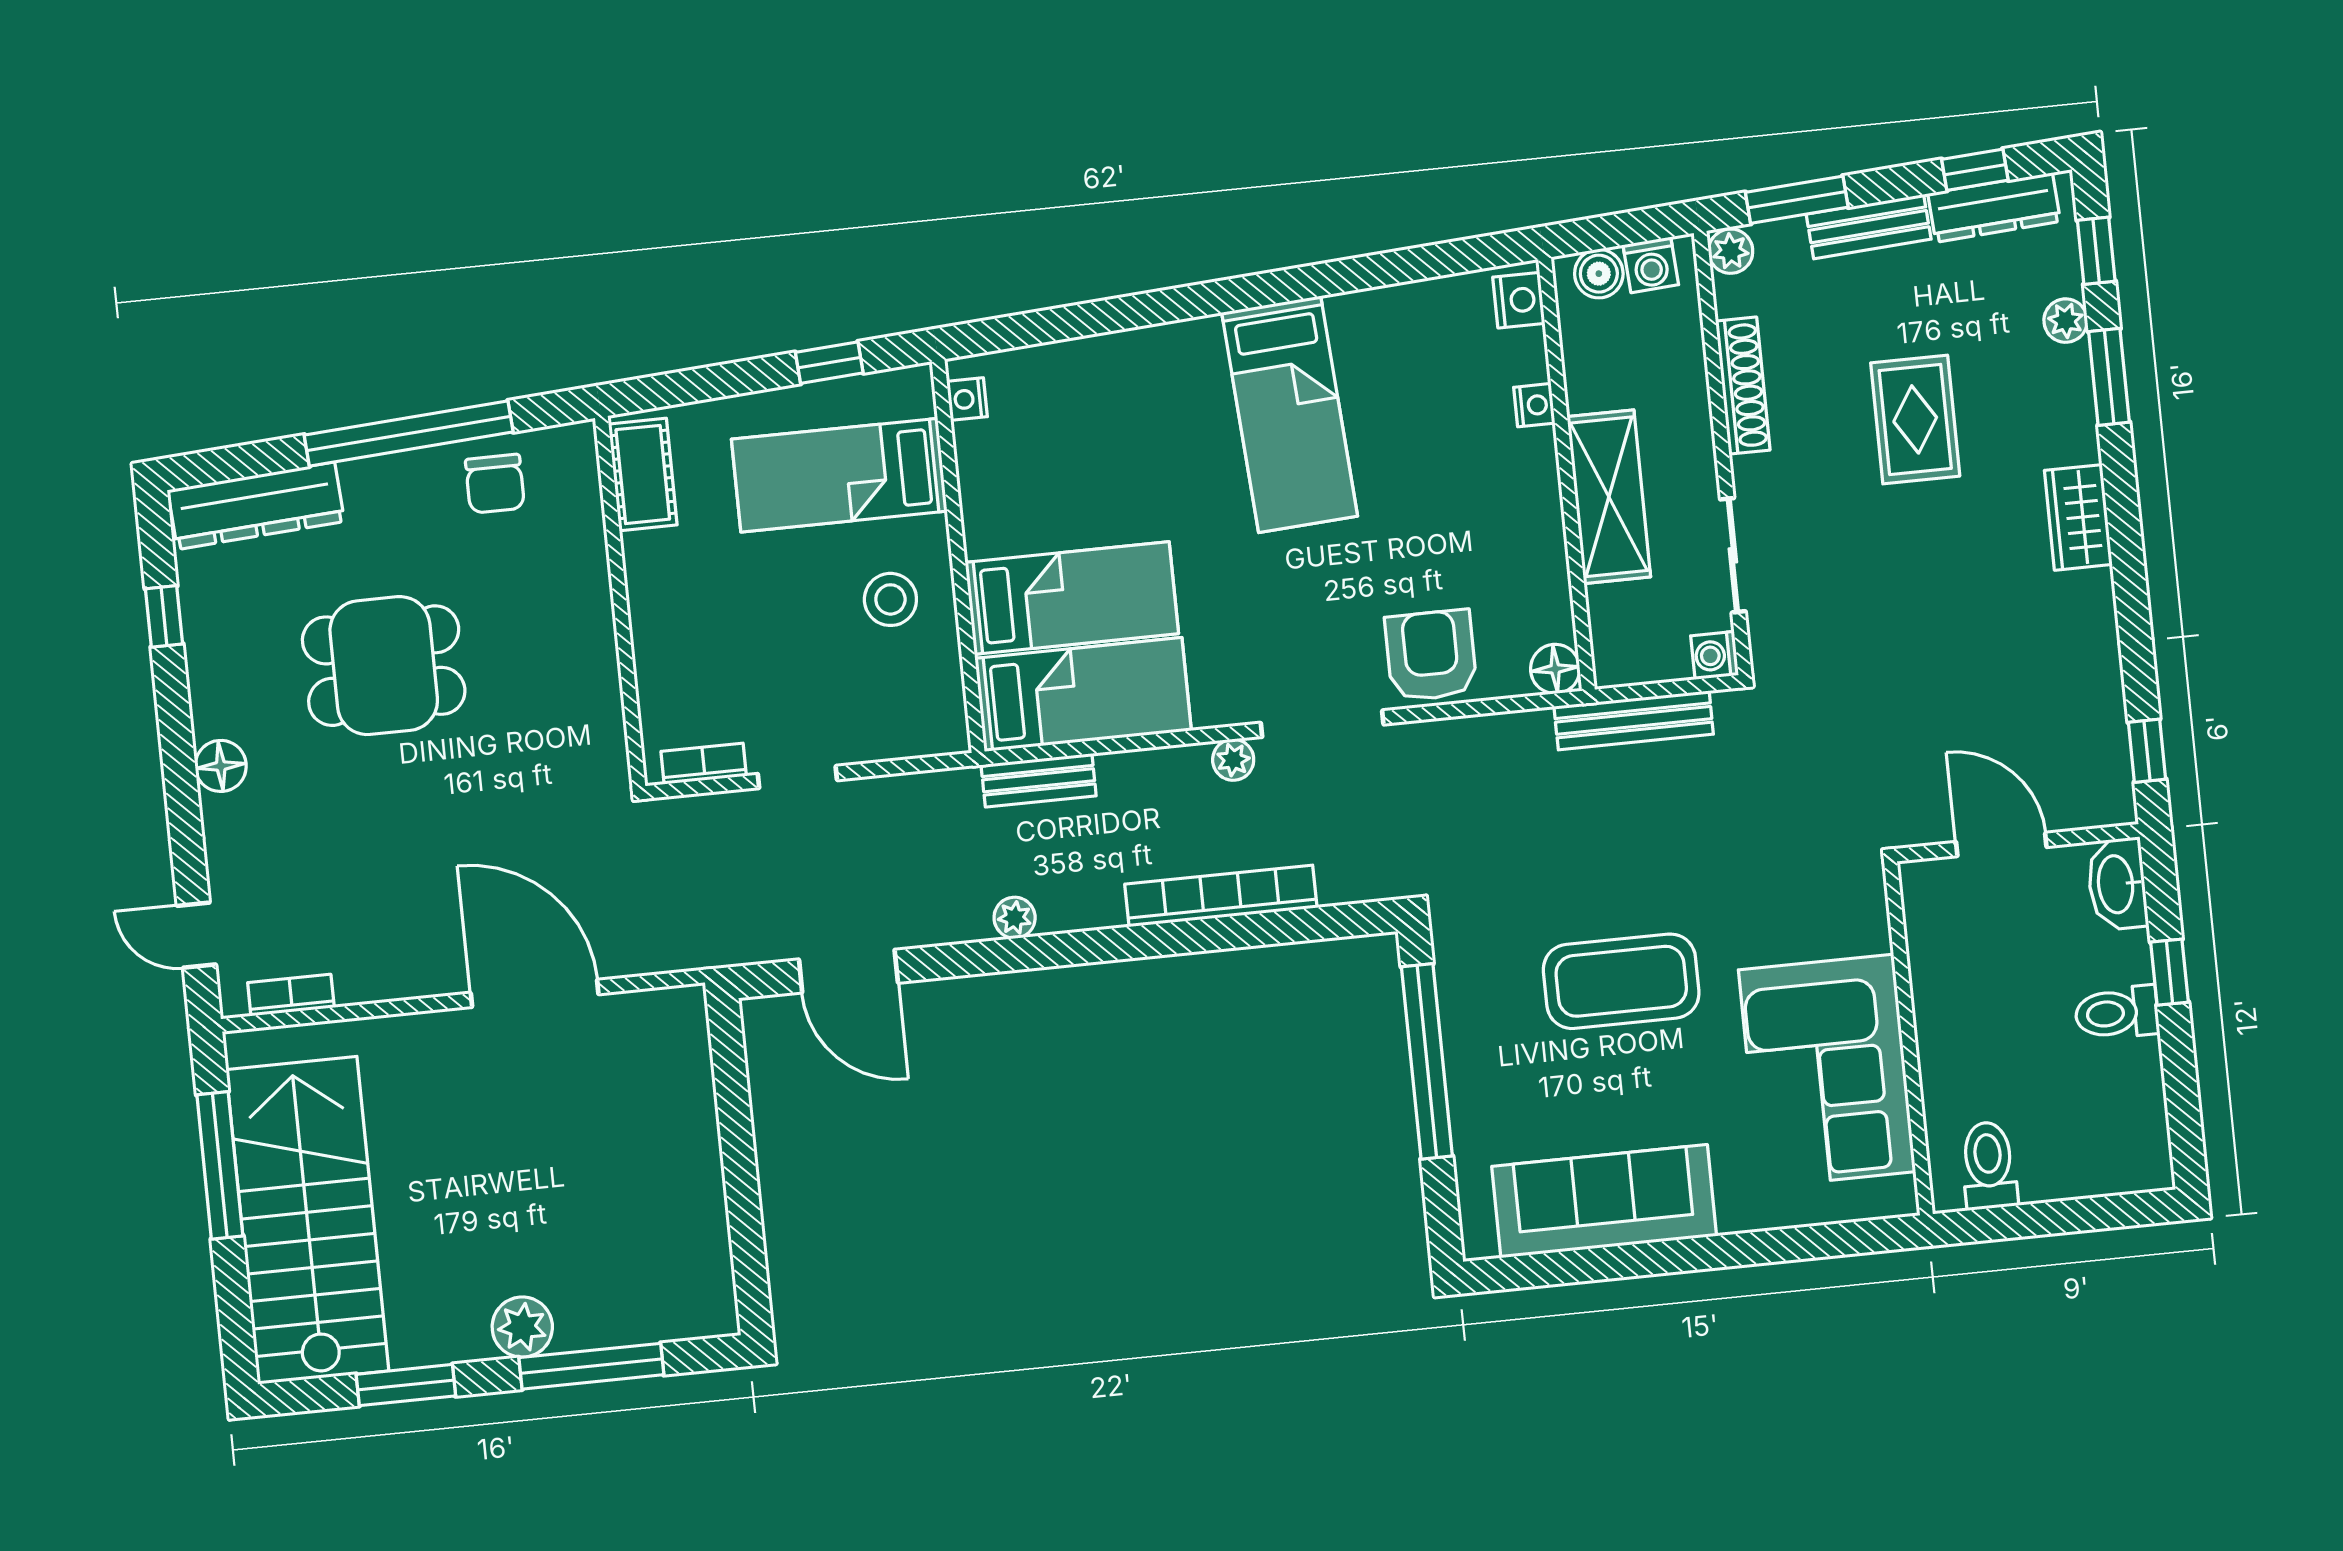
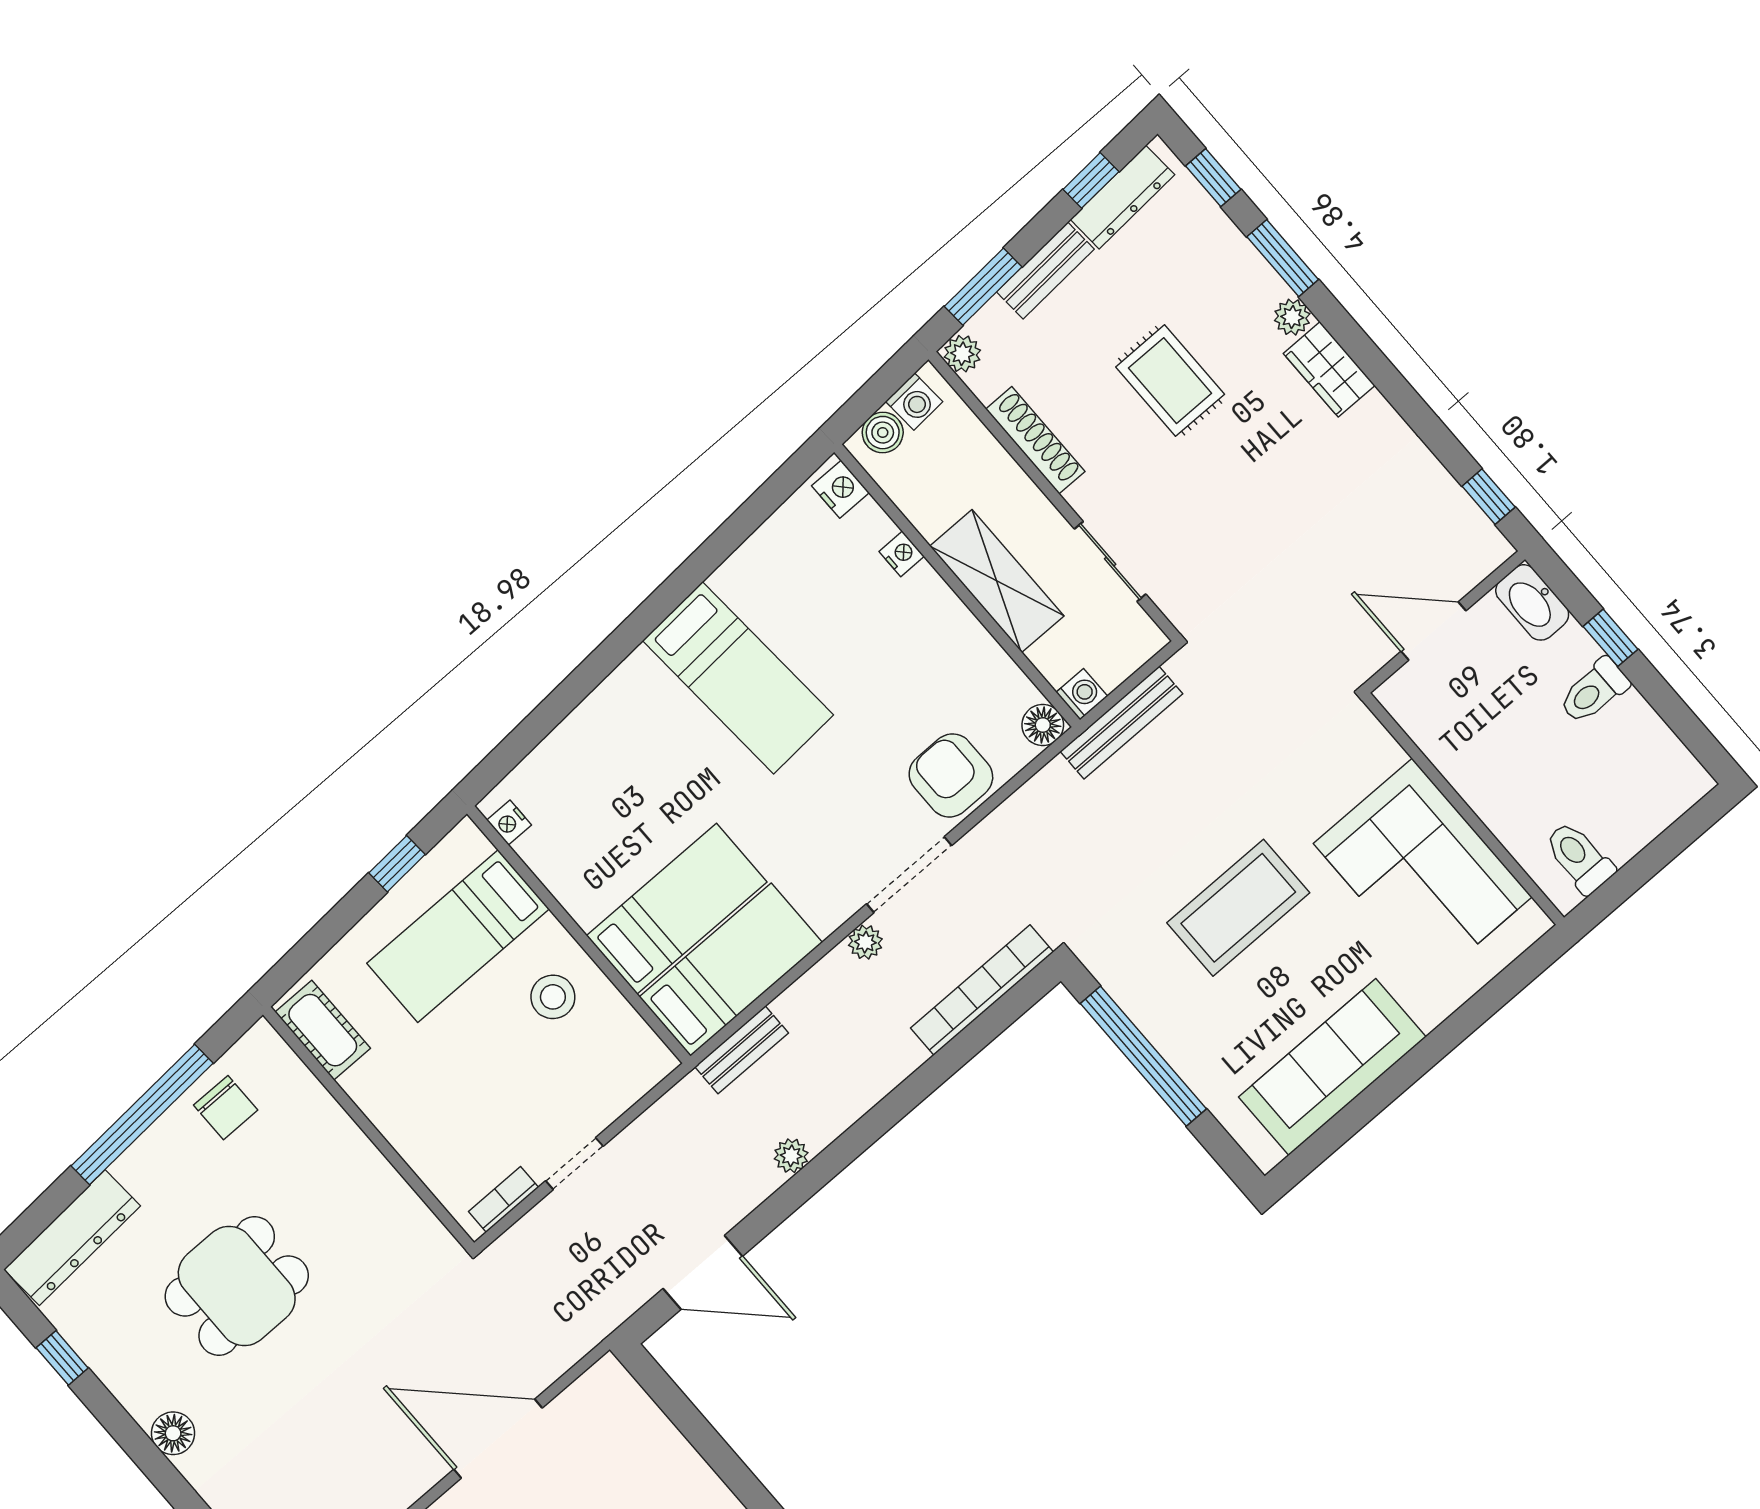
plant: (2066, 321) -> (1292, 317), moved
washing machine: (1715, 655) -> (1082, 694), moved, turned 180
bookcase: (1221, 896) -> (982, 990), moved

